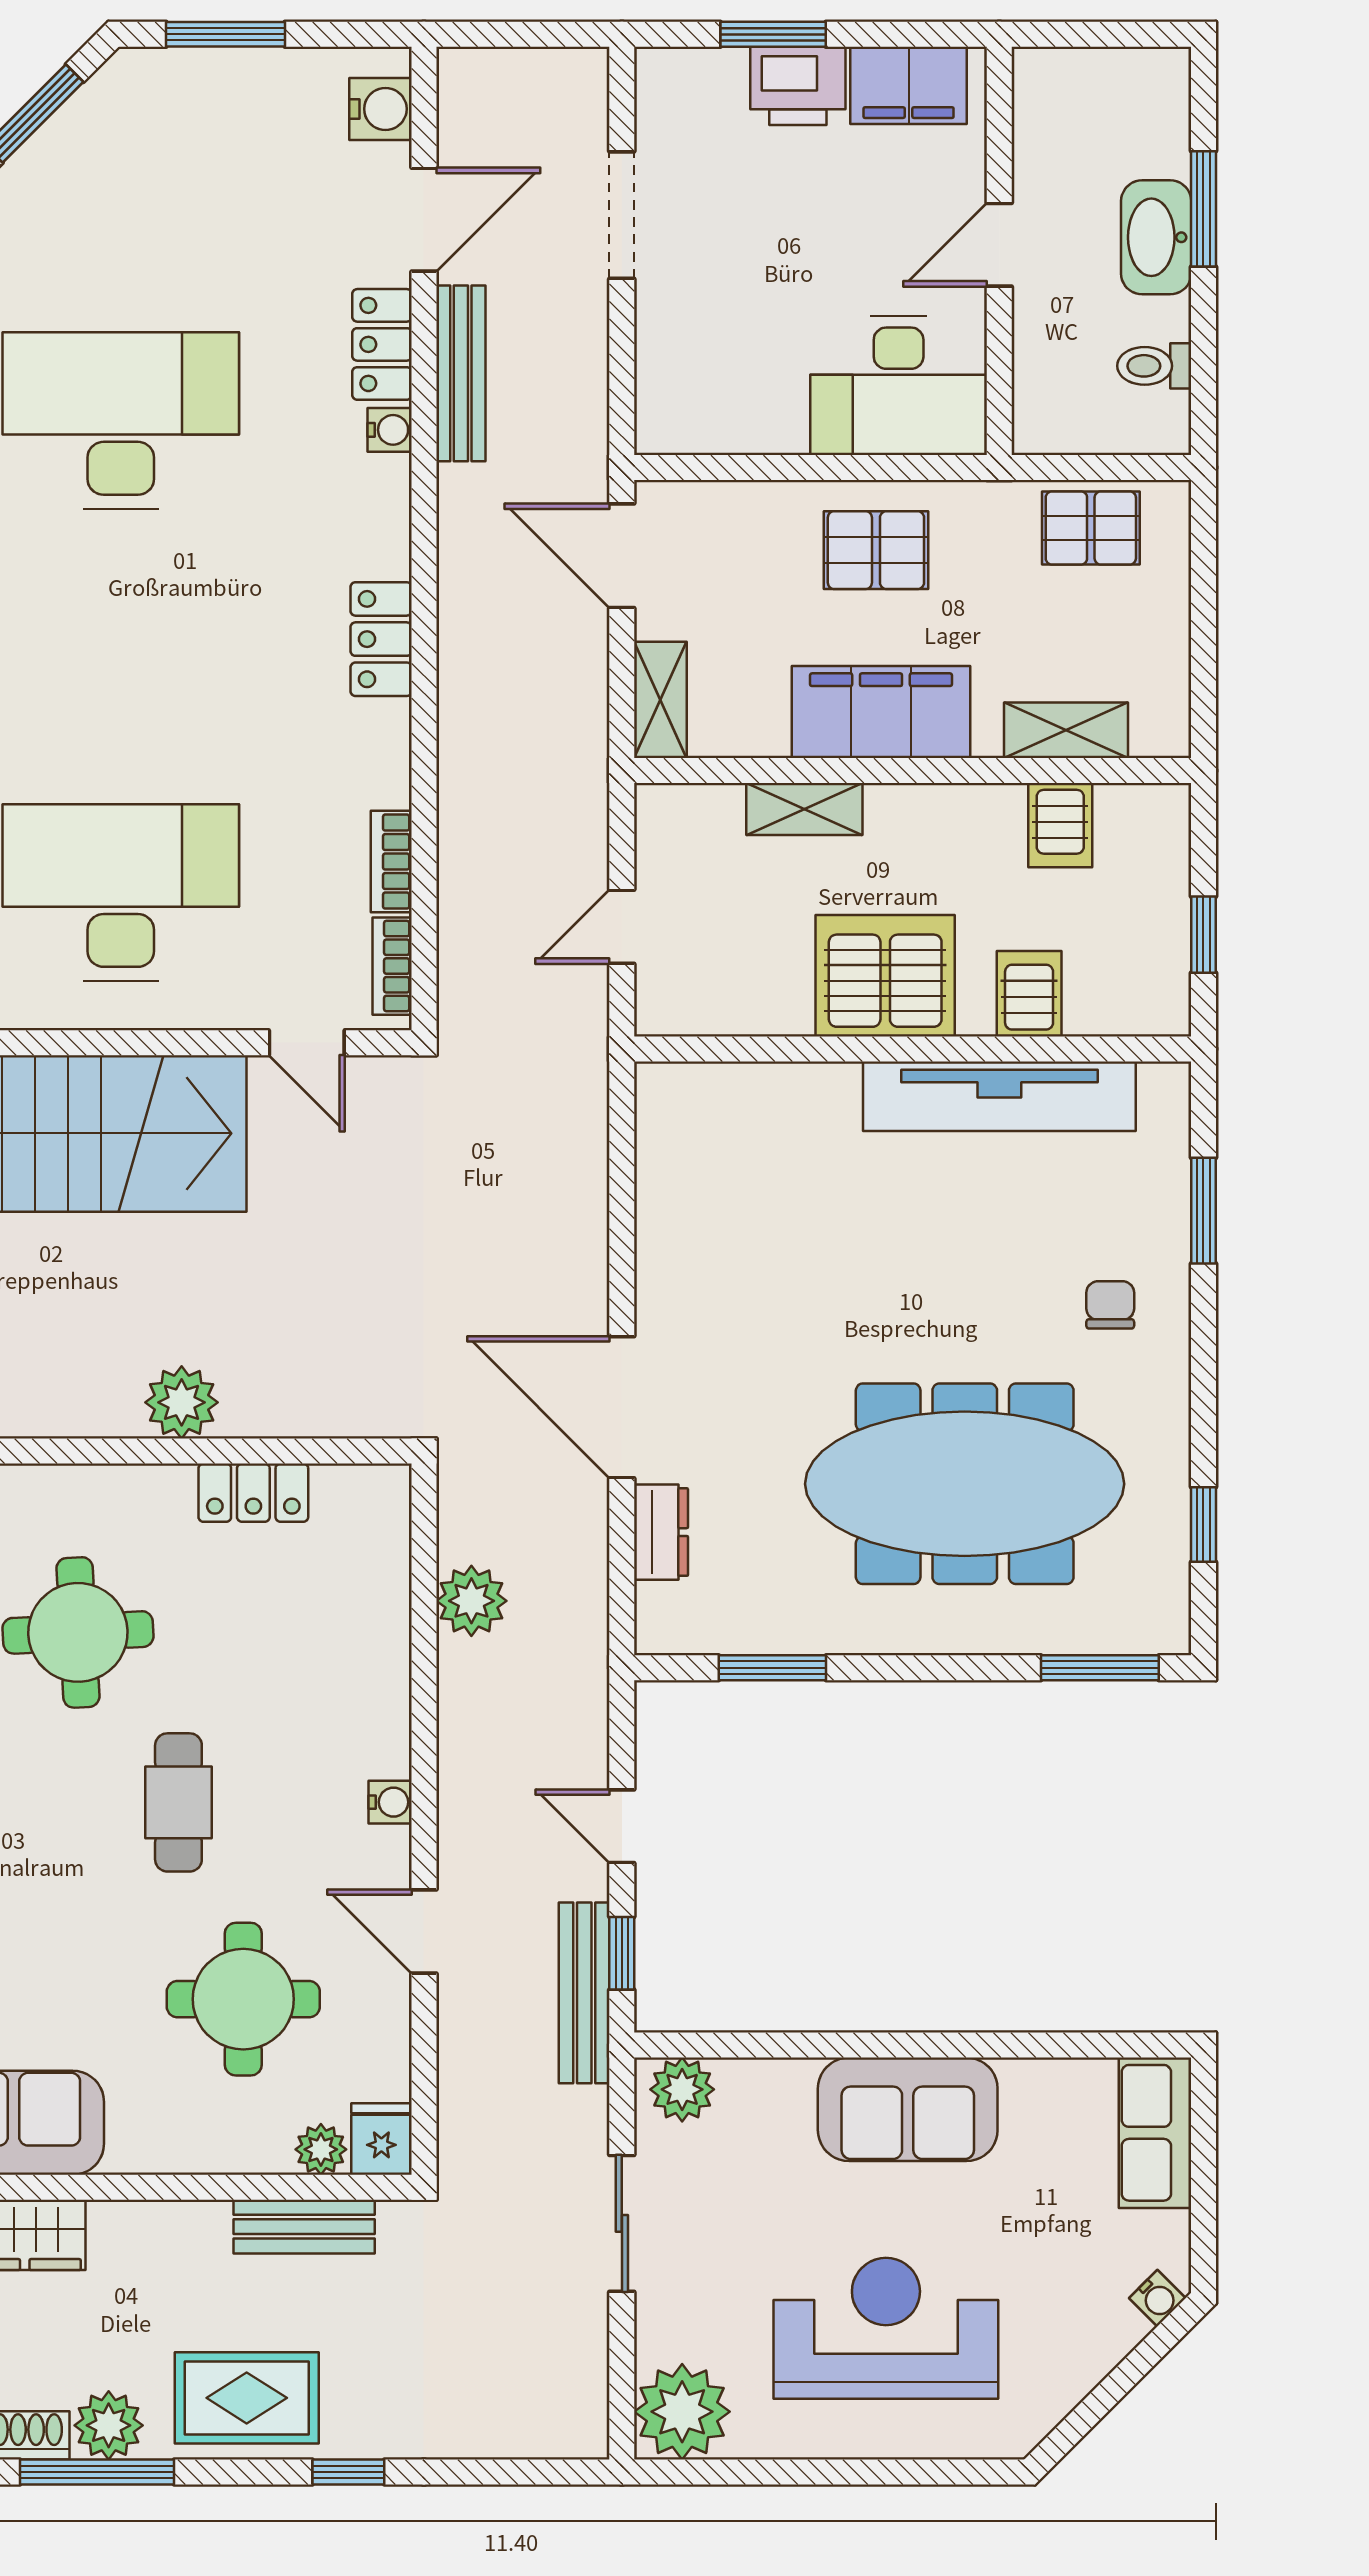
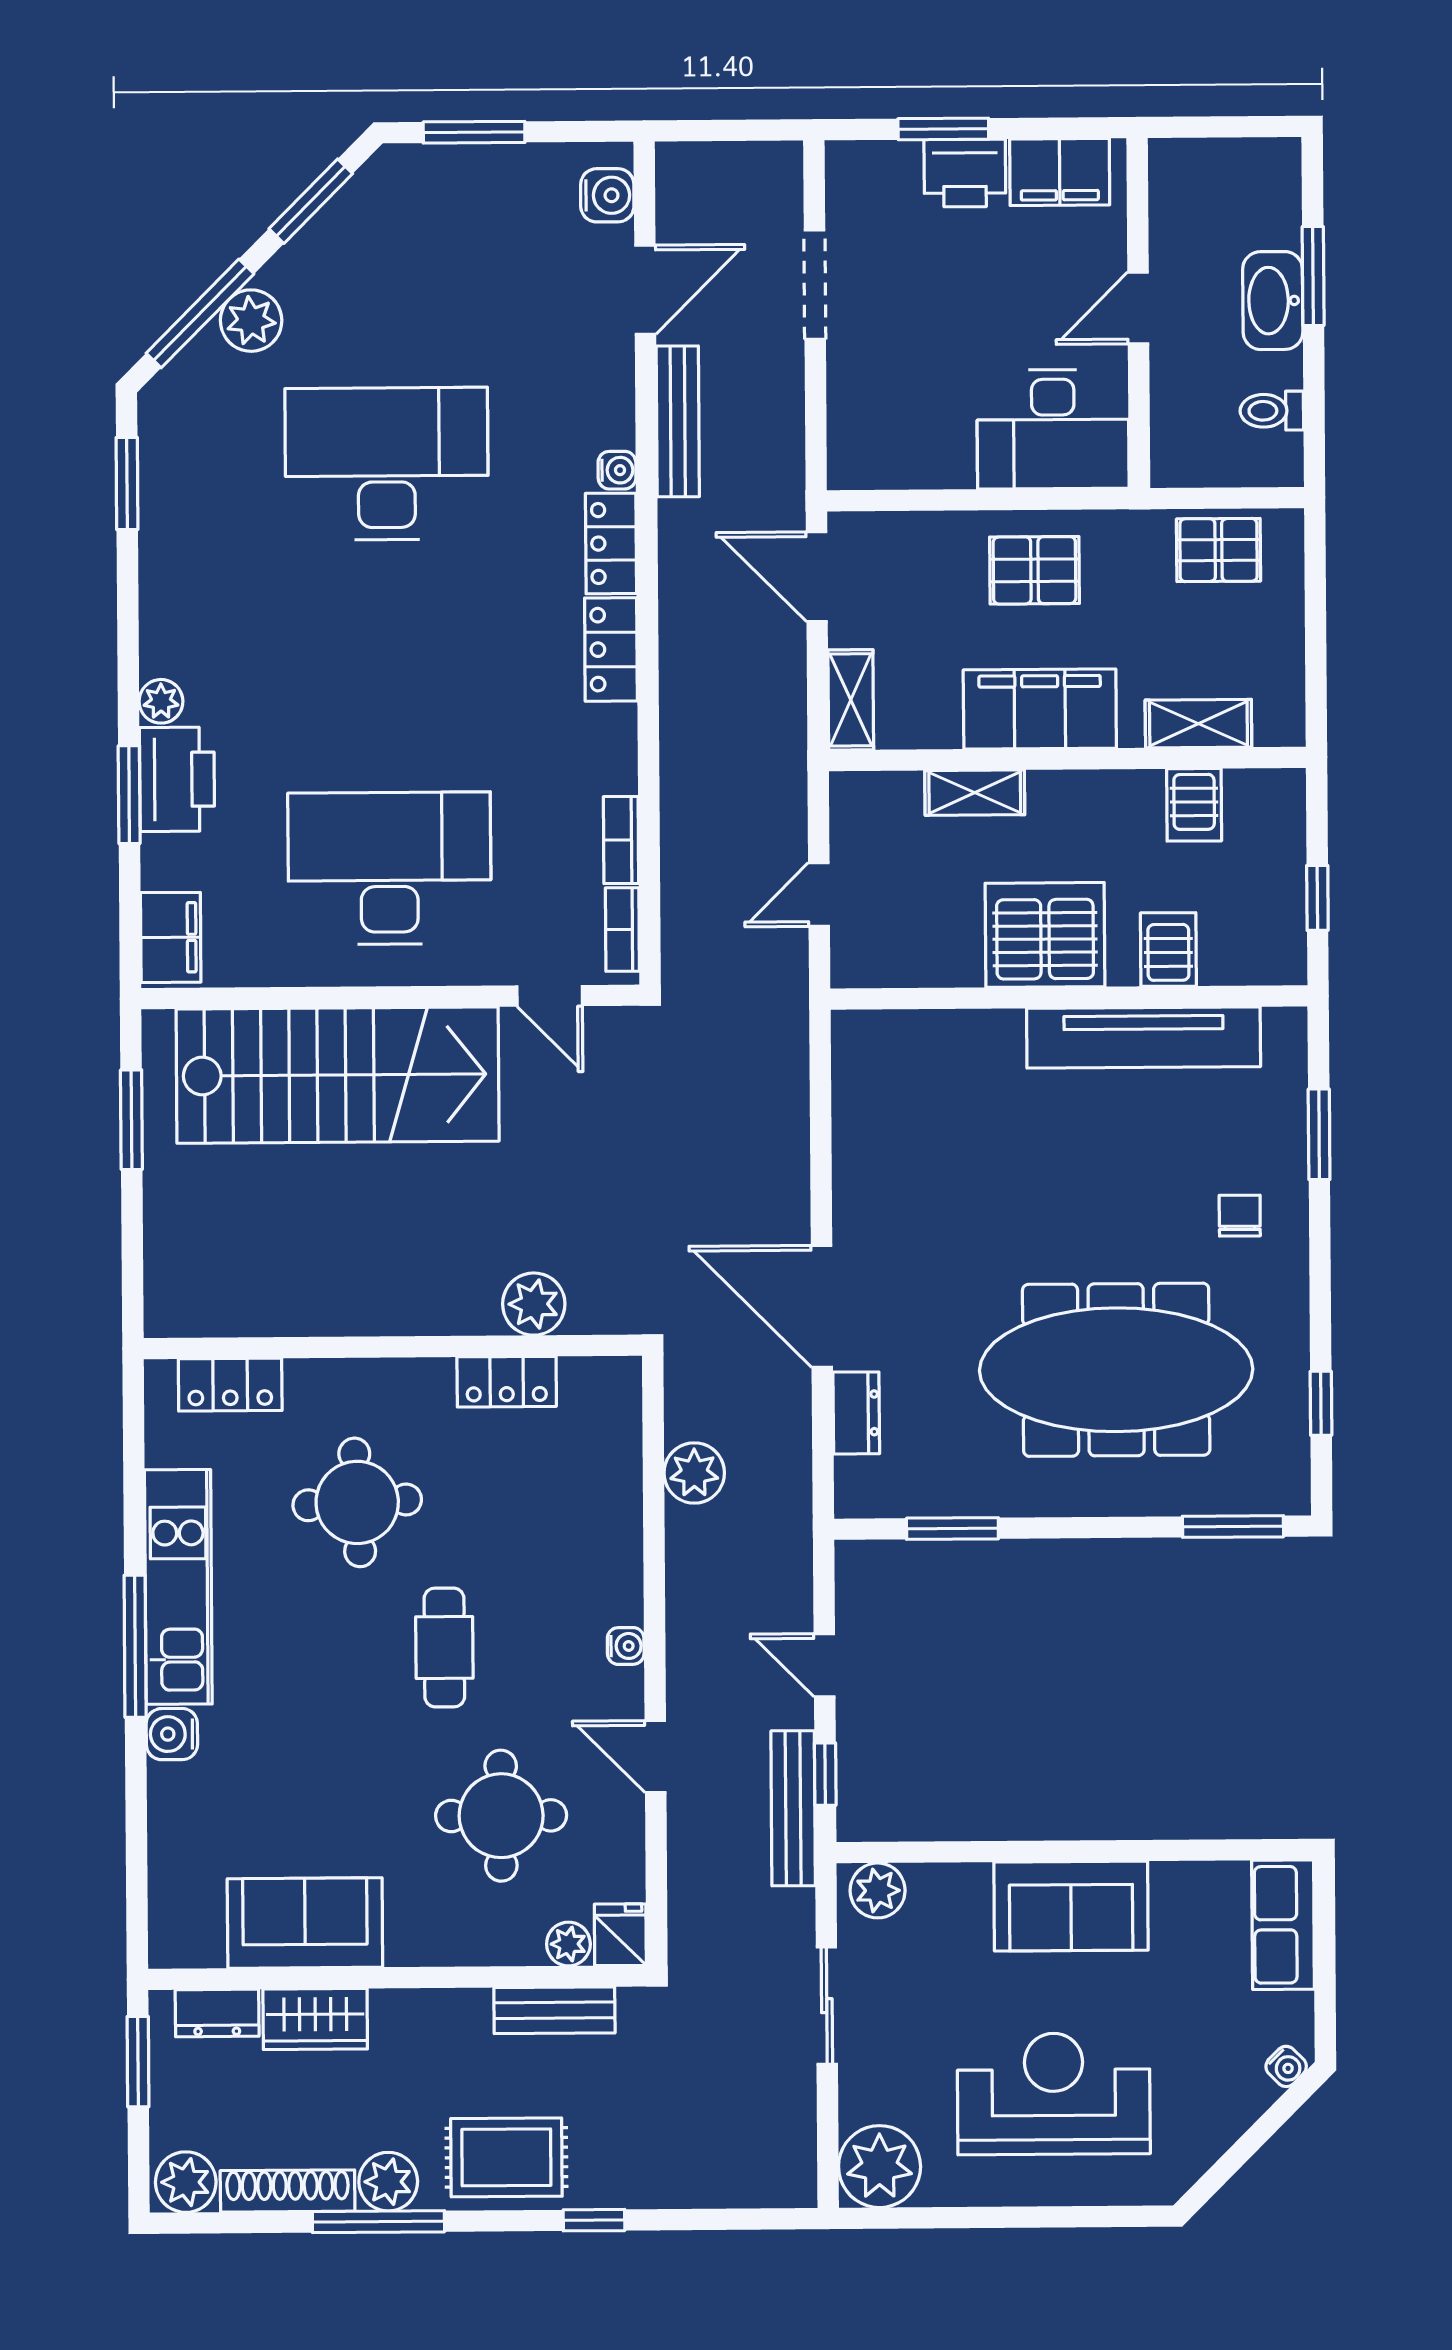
locker: (382, 344) -> (611, 543), moved
plant: (182, 1402) -> (534, 1304), moved

